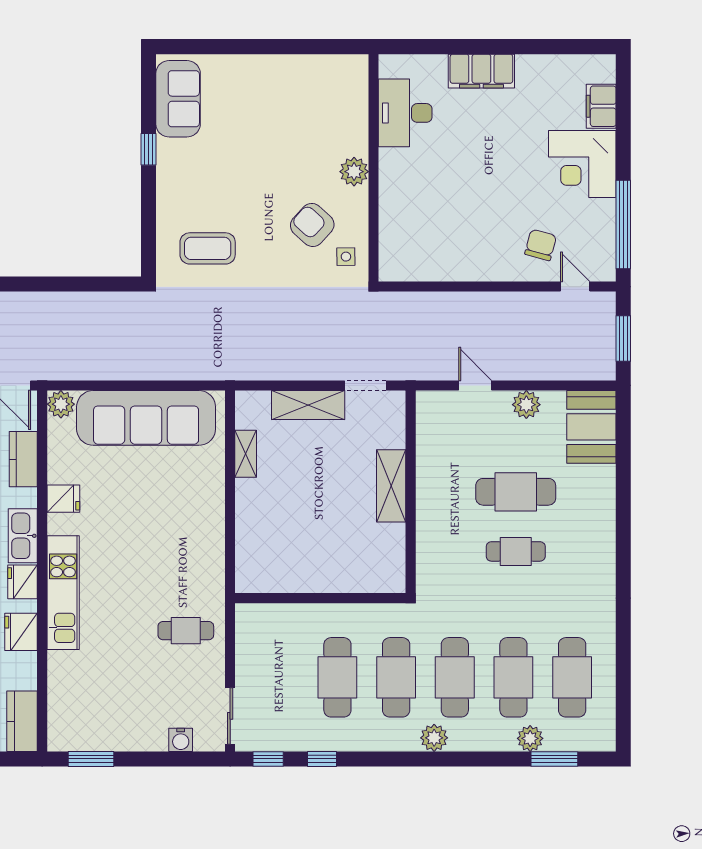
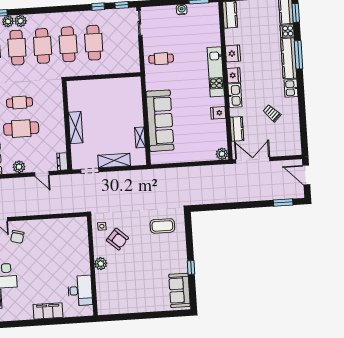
dresser: (427, 410) -> (62, 162), added
sofa: (146, 418) -> (160, 121), moved, turned 90
plant: (434, 738) -> (21, 21), moved
water cooler: (181, 740) -> (182, 10), moved

